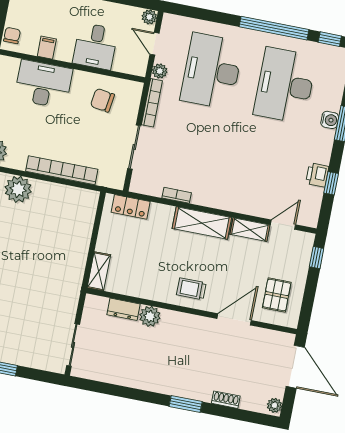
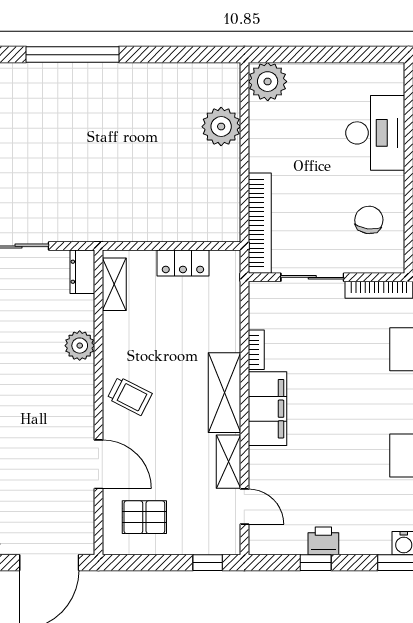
bookcase: (62, 170) -> (260, 223), moved
filing cabinet: (219, 196) -> (268, 409), added
locker: (131, 207) -> (183, 263), moved, turned -90
shelving: (99, 271) -> (114, 284), moved, turned 90
trolley: (191, 289) -> (130, 396), turned 117
dresser: (124, 309) -> (82, 272), moved

